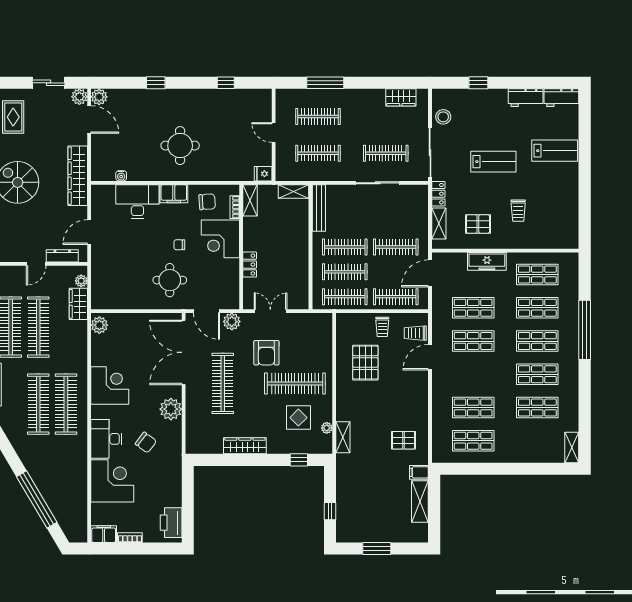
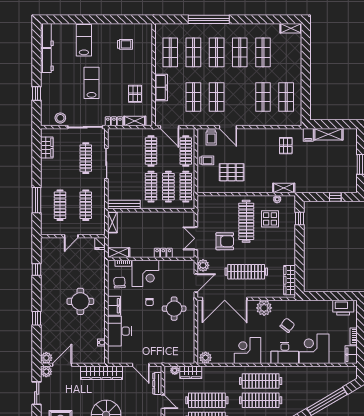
trolley: (518, 211) -> (125, 44), moved
wardrobe: (245, 446) -> (290, 280), moved

